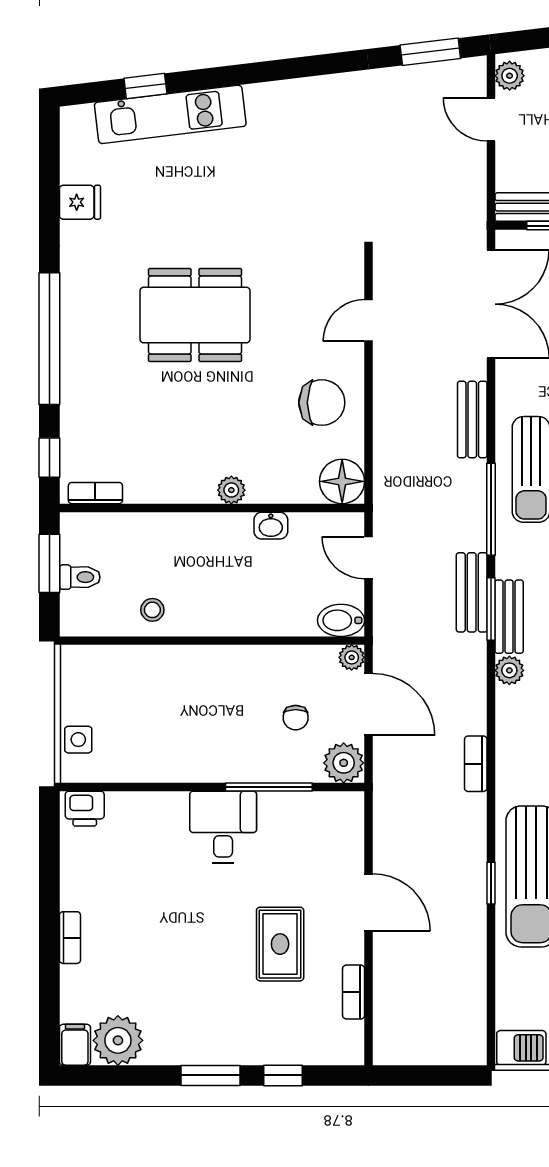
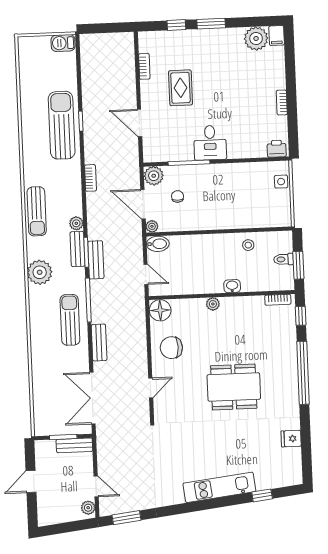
kitchen unit: (170, 114) -> (219, 487), moved
washbasin: (271, 526) -> (232, 286), moved
door: (368, 902) -> (140, 123), moved
bookcase: (70, 938) -> (282, 103), moved

